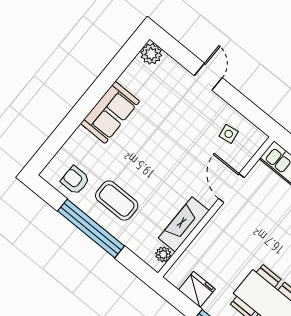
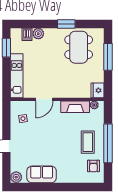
sofa: (110, 112) -> (42, 174), moved
fridge: (197, 289) -> (97, 90), moved

